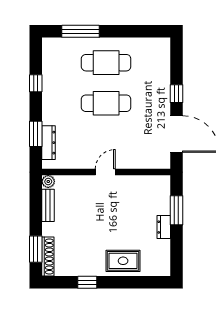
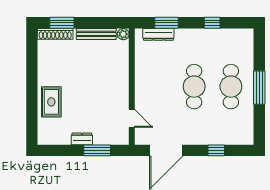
window: (80, 31) -> (259, 88), moved
window: (176, 94) -> (216, 150), moved
door: (105, 172) -> (132, 118), moved
bench: (48, 205) -> (96, 34), width x1.36
window: (87, 282) -> (32, 70), removed

